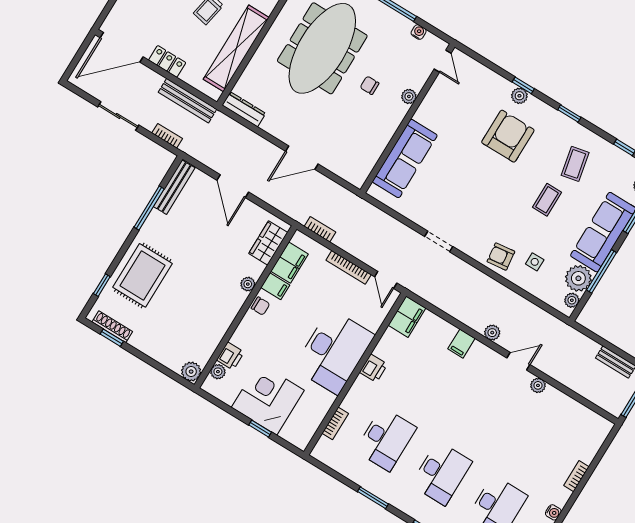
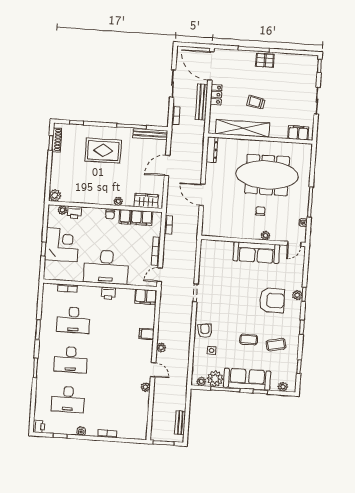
bench: (188, 101) -> (202, 102), moved
sofa: (405, 159) -> (256, 253), moved
rug: (142, 275) -> (103, 151), moved

